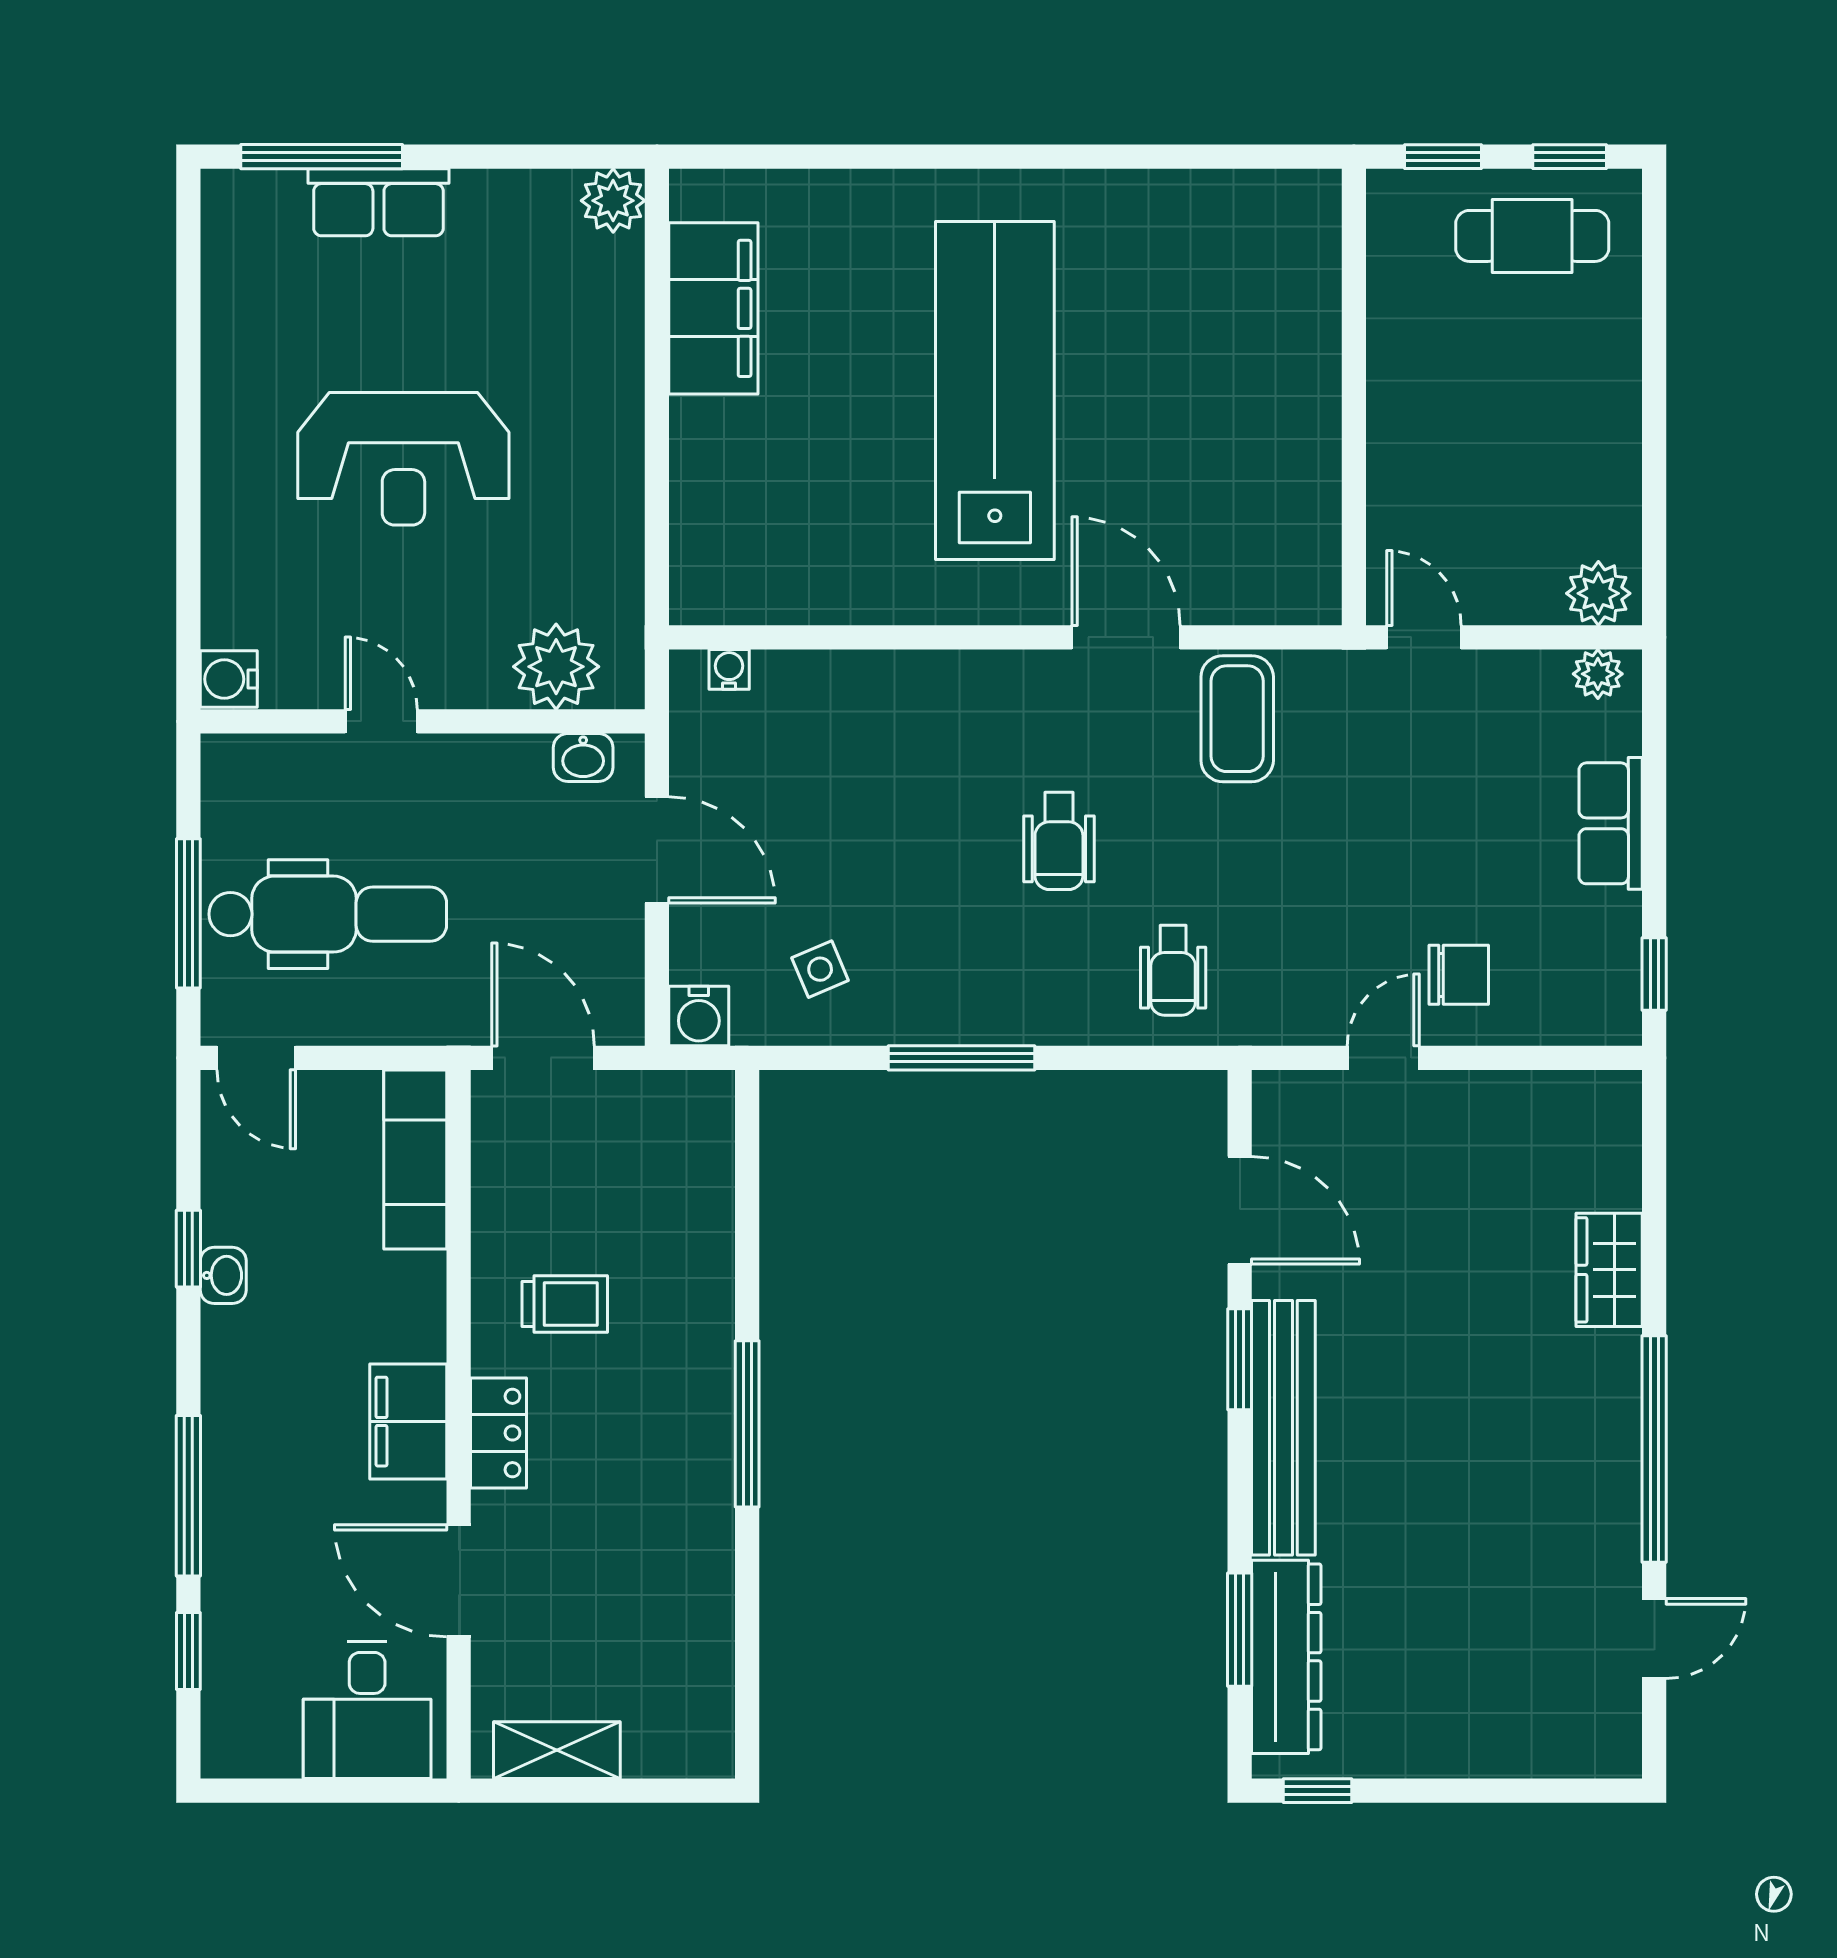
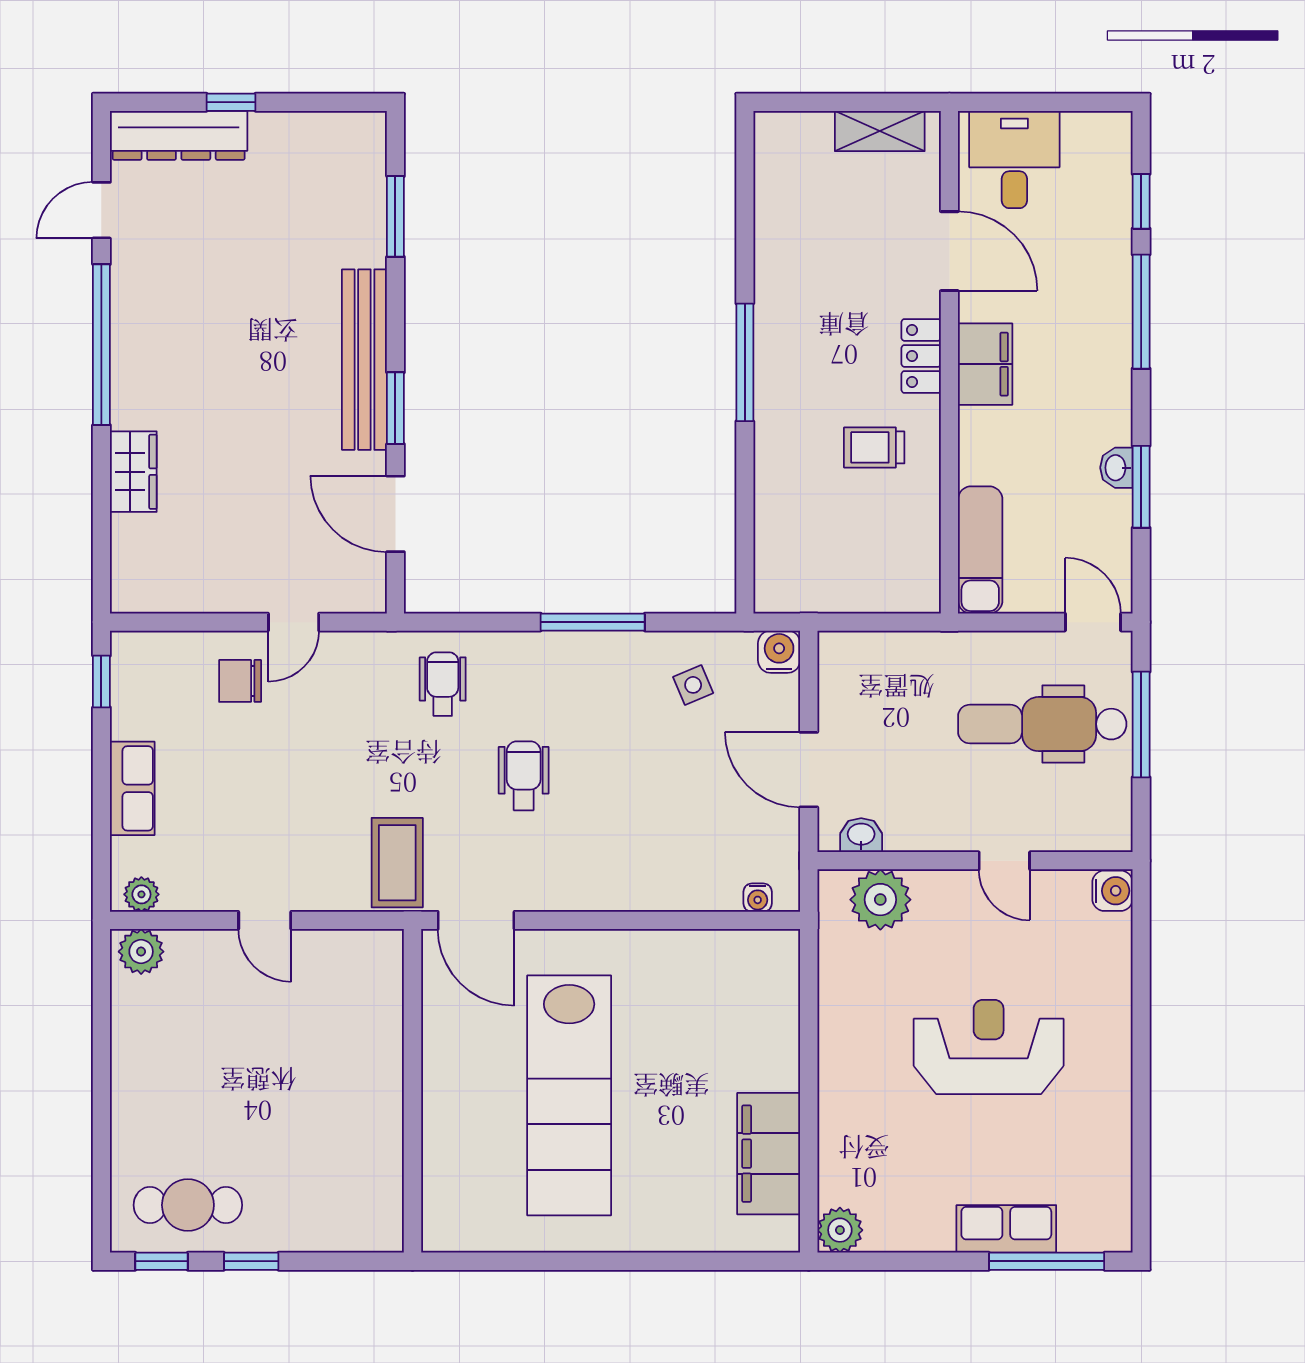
wall: (1354, 397) -> (412, 1091), moved
door: (543, 1058) -> (890, 622), removed
window: (188, 1249) -> (1141, 487), width x1.50
dresser: (1286, 1657) -> (179, 135), moved, turned -90
window: (1318, 1791) -> (231, 102), moved

